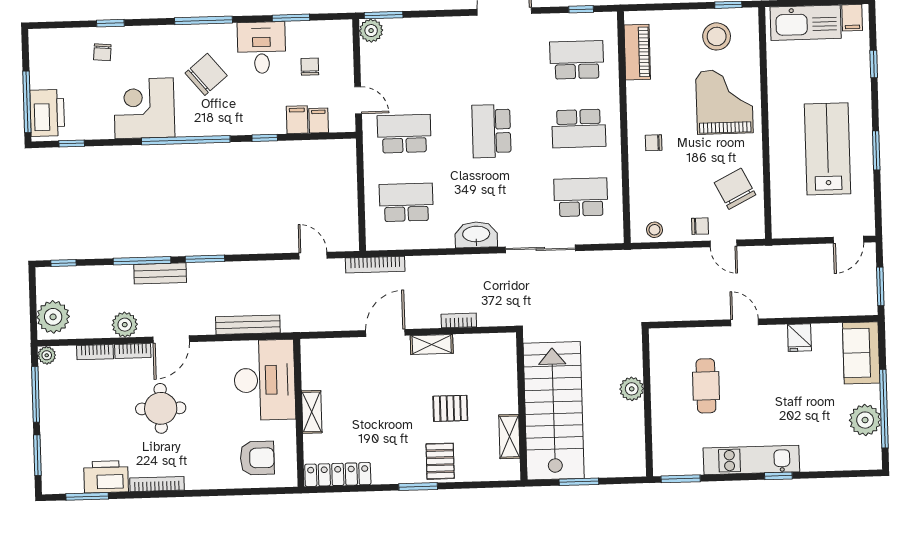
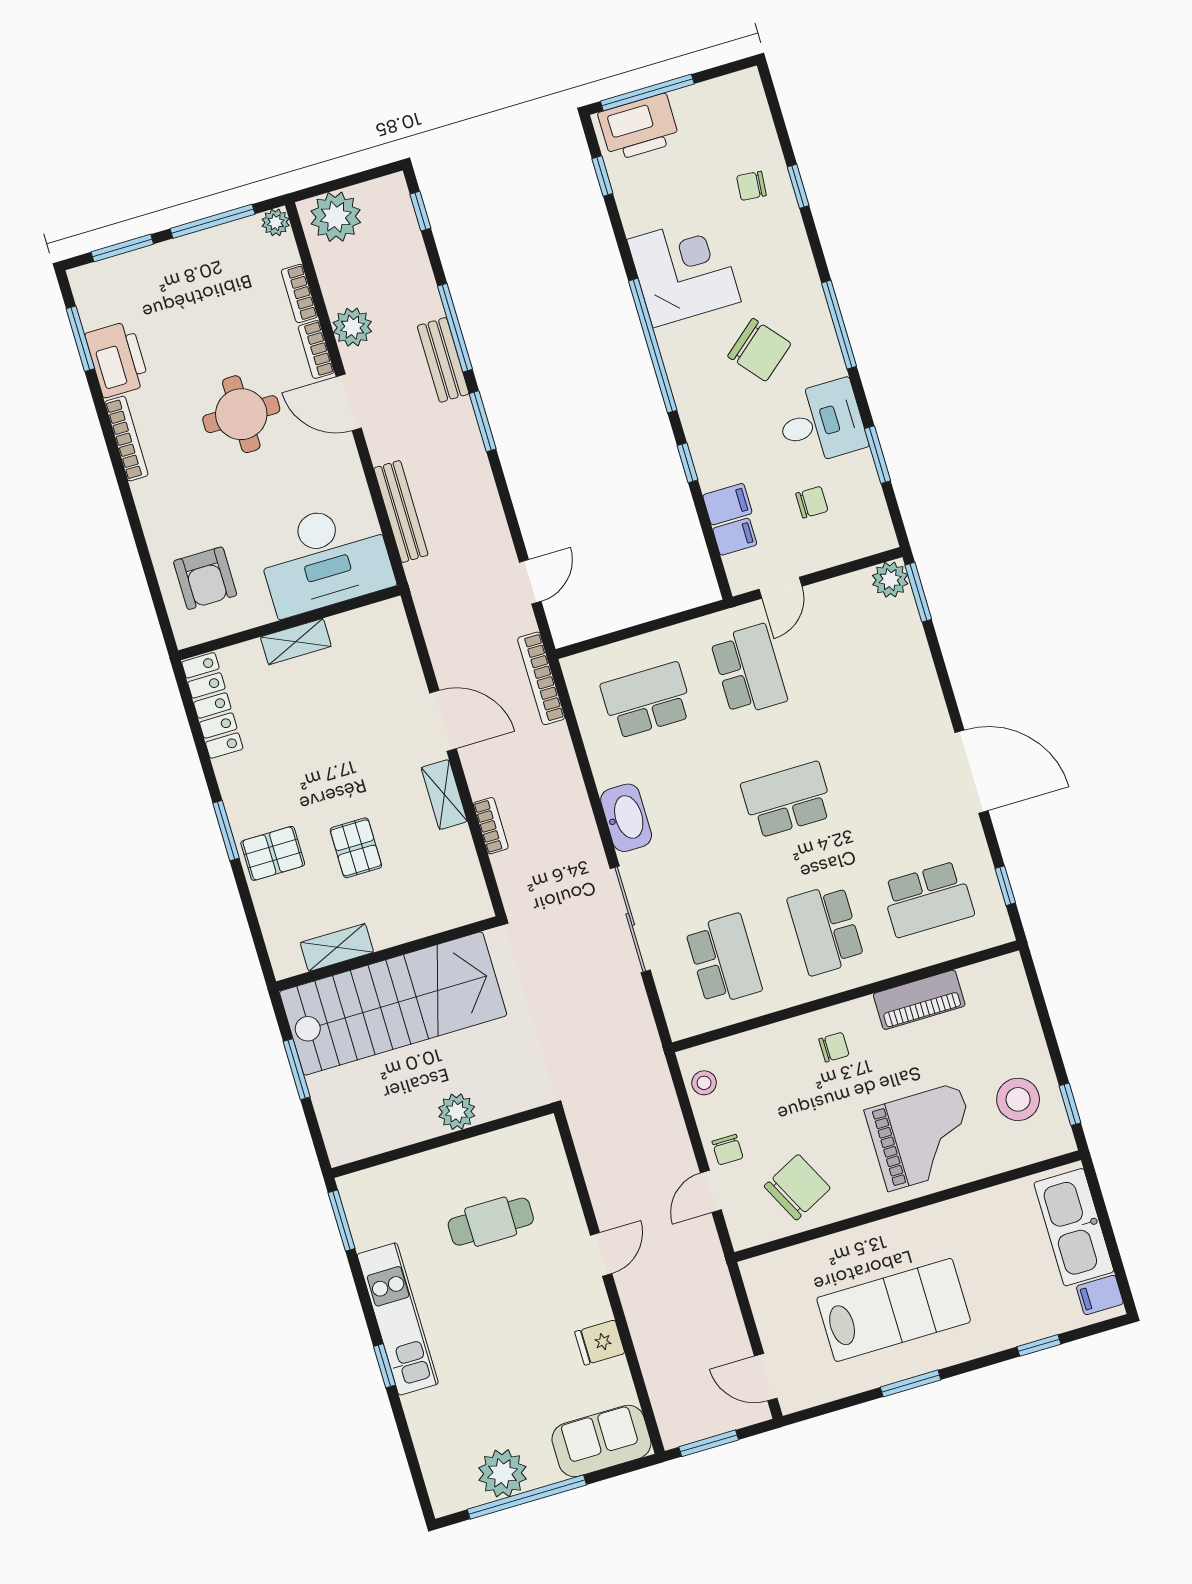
piano: (637, 52) -> (919, 1000), moved
school desk: (577, 60) -> (928, 899), turned 90
chair: (654, 143) -> (834, 1047), turned 90
school desk: (406, 202) -> (647, 700), turned -90

